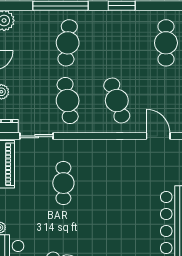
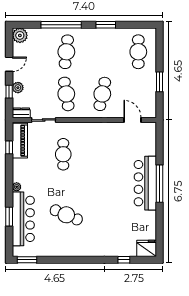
cafe table: (117, 101) -> (102, 94), turned 30

